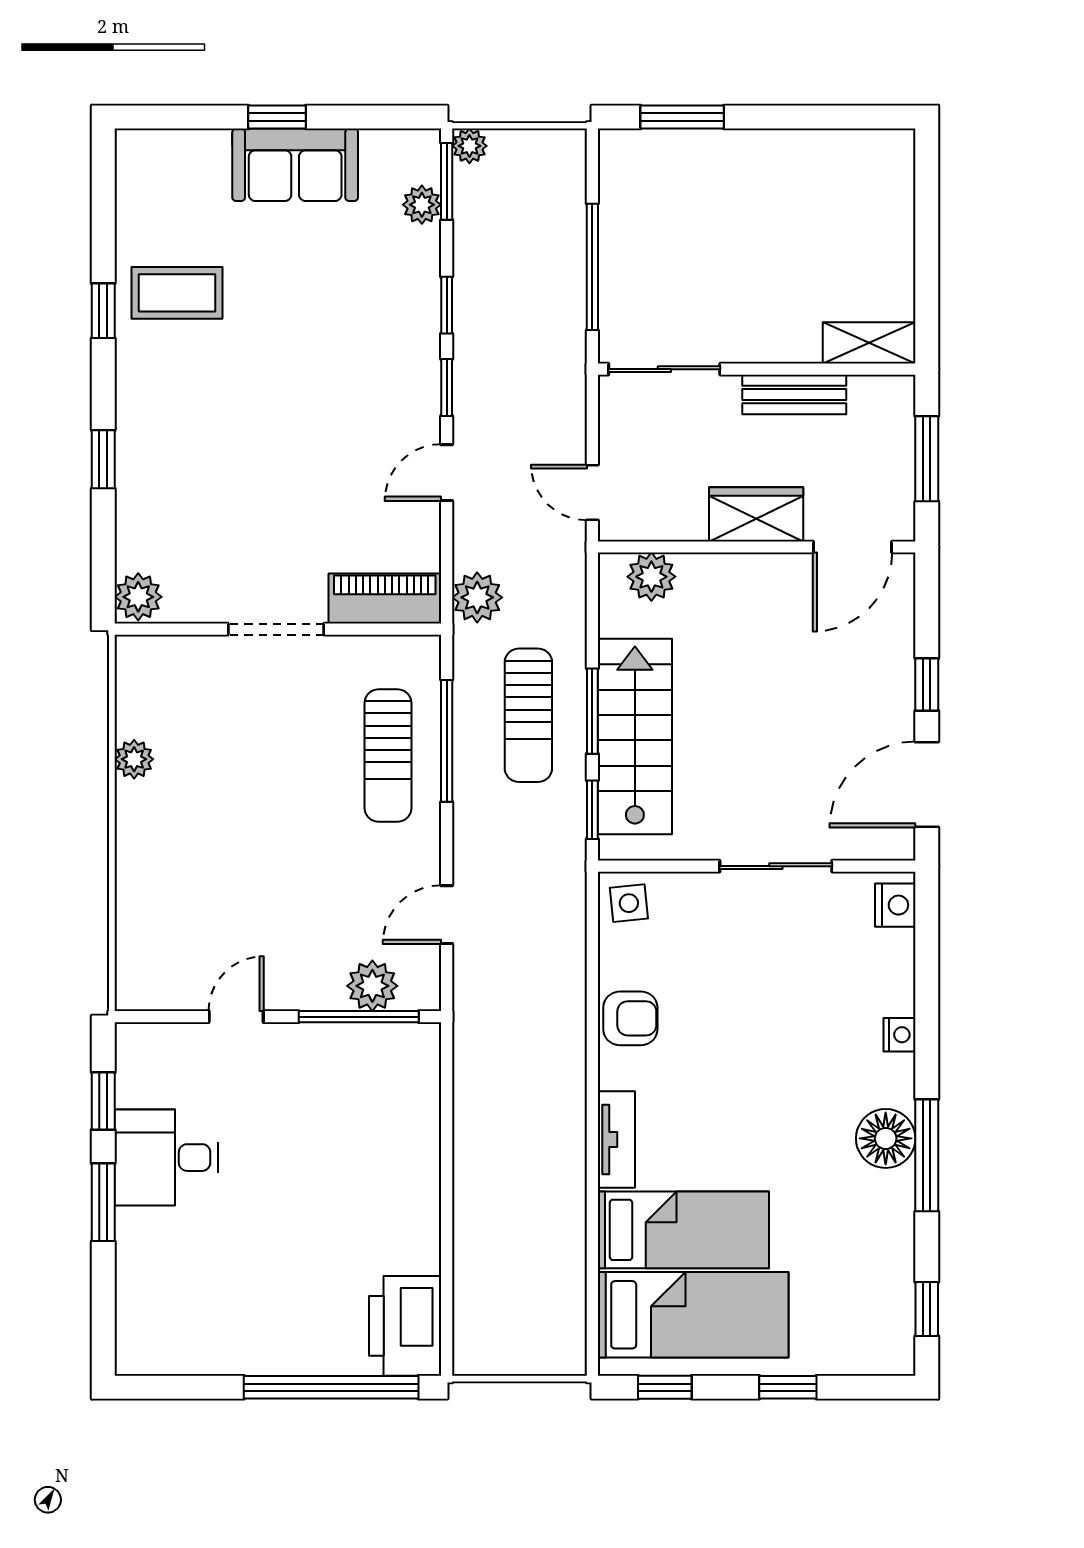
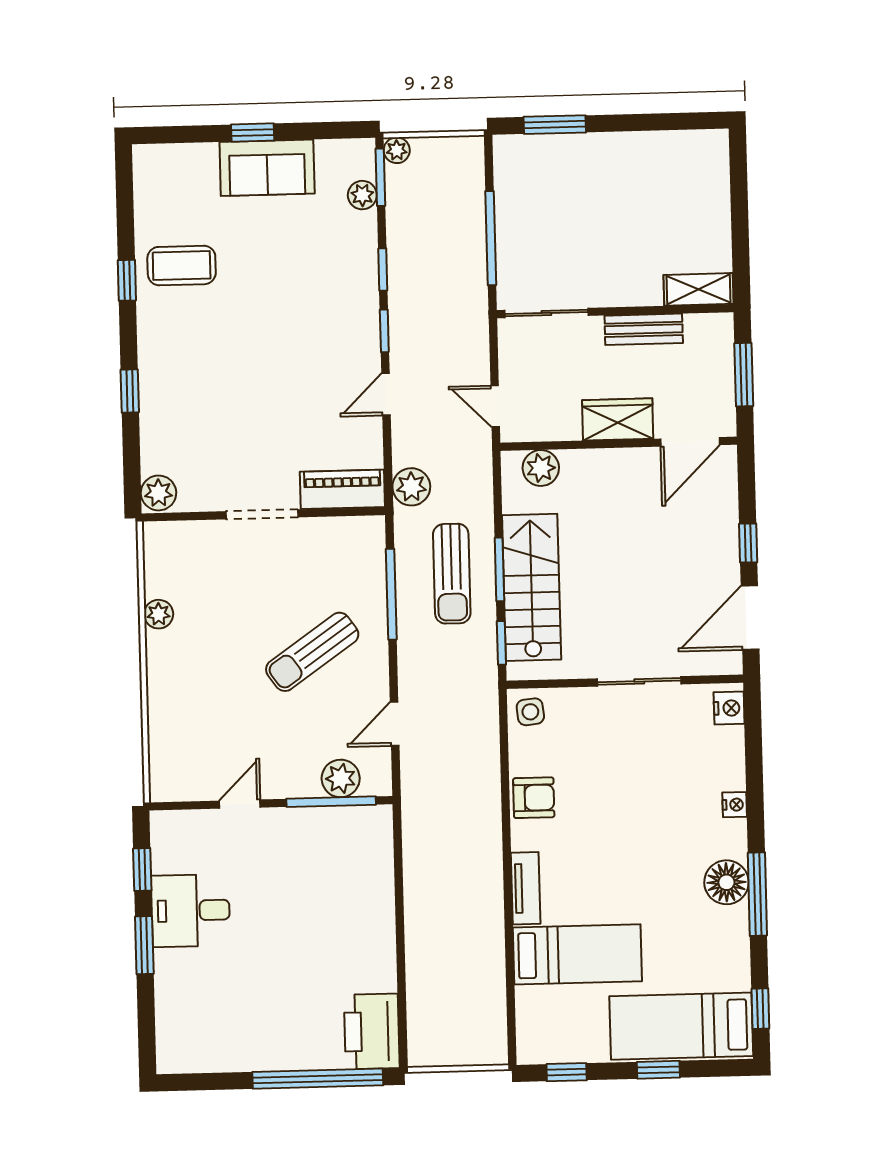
sun lounger: (388, 756) -> (312, 652), moved, turned 55
bed: (693, 1315) -> (681, 1026), moved, turned 180

